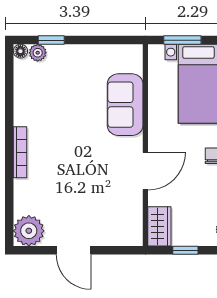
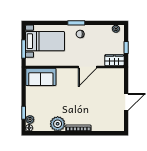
sofa: (125, 105) -> (41, 77), moved
door: (145, 171) -> (88, 67), swing flipped
plant: (29, 231) -> (58, 124), moved

